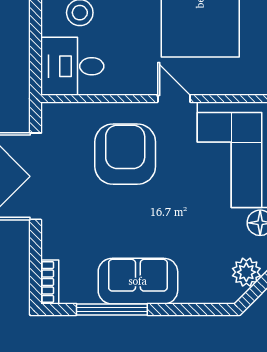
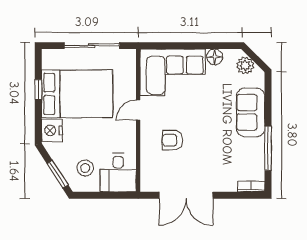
armchair: (125, 154) -> (172, 140), width x0.53, depth x0.53
sofa: (138, 281) -> (251, 112), moved

